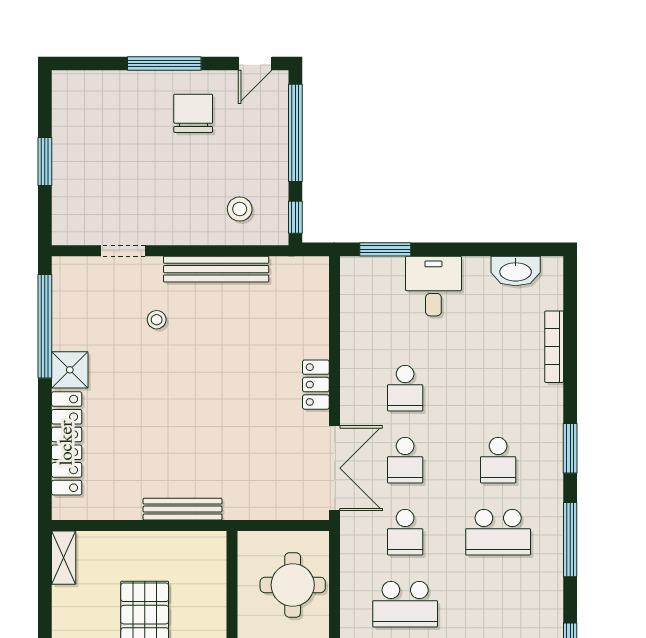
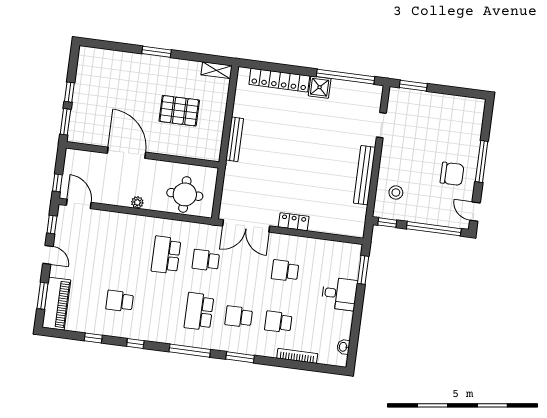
window: (45, 161) -> (413, 86), moved
washbasin: (516, 271) -> (343, 347), width x0.52, depth x0.69
stool: (157, 320) -> (341, 139), removed
school desk: (405, 460) -> (278, 322), moved

